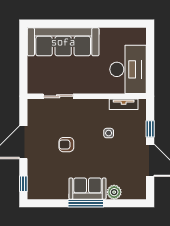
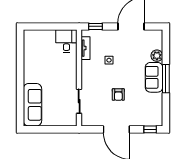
sofa: (63, 42) -> (32, 105), width x0.74, depth x0.79
desk: (128, 69) -> (66, 41), width x0.53, depth x0.77
window: (150, 129) -> (95, 26), moved

